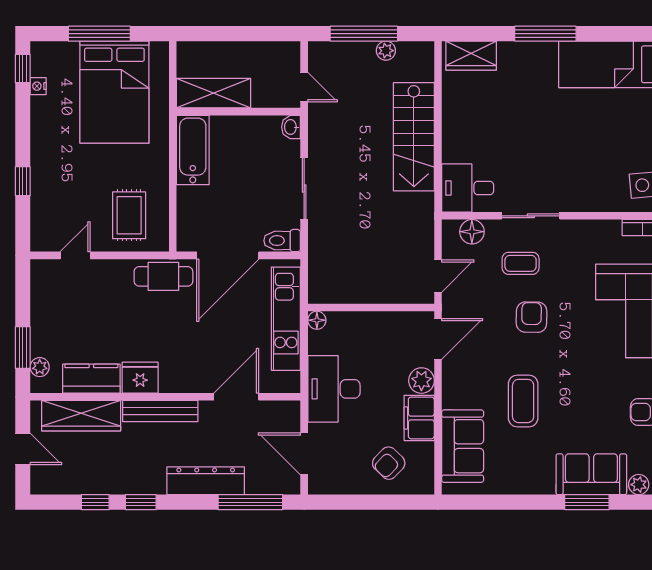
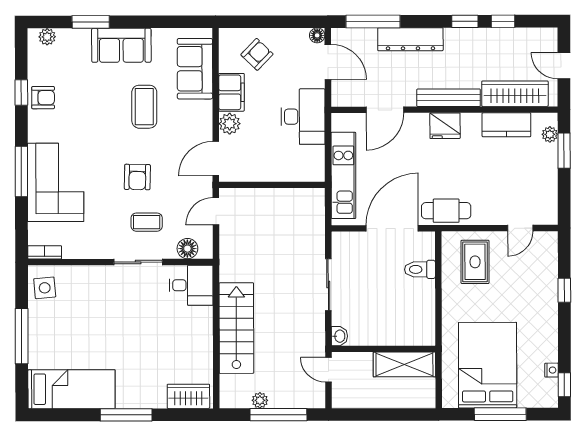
bathtub: (193, 150) -> (422, 317), removed
toilet: (282, 241) -> (420, 269), moved, turned 180
floor lamp: (317, 320) -> (317, 35), moved
fridge: (140, 378) -> (445, 126), moved
sofa: (591, 474) -> (121, 45), moved

